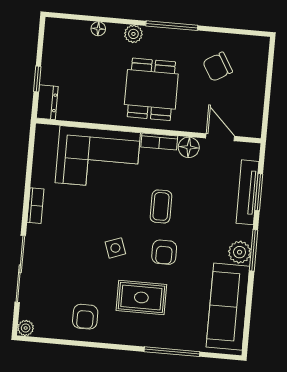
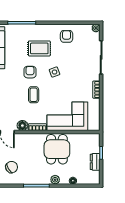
dining table: (151, 89) -> (57, 149), moved
dresser: (47, 102) -> (95, 162), moved

